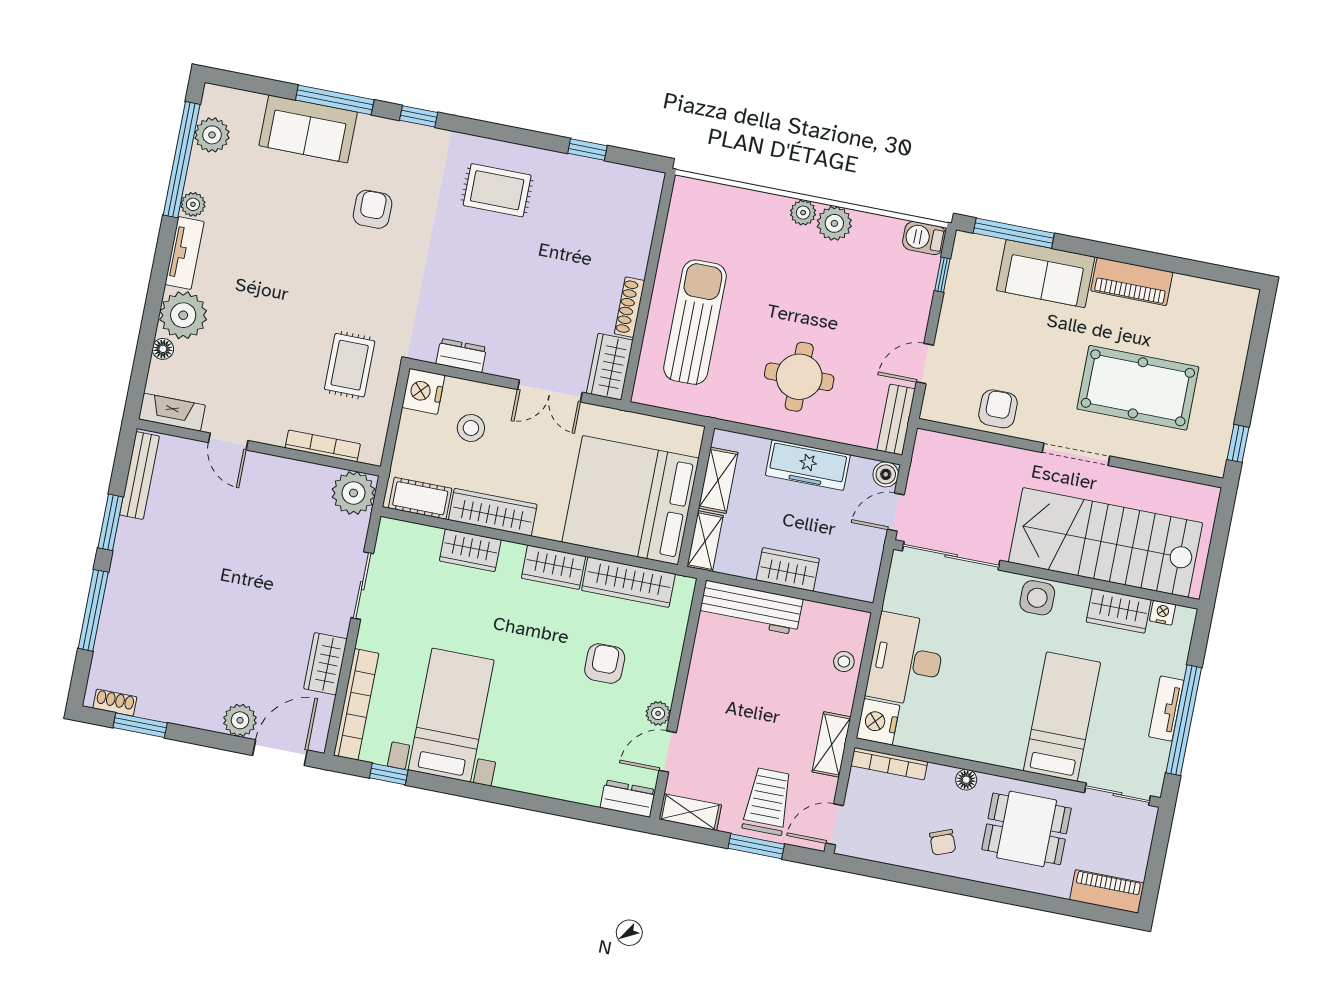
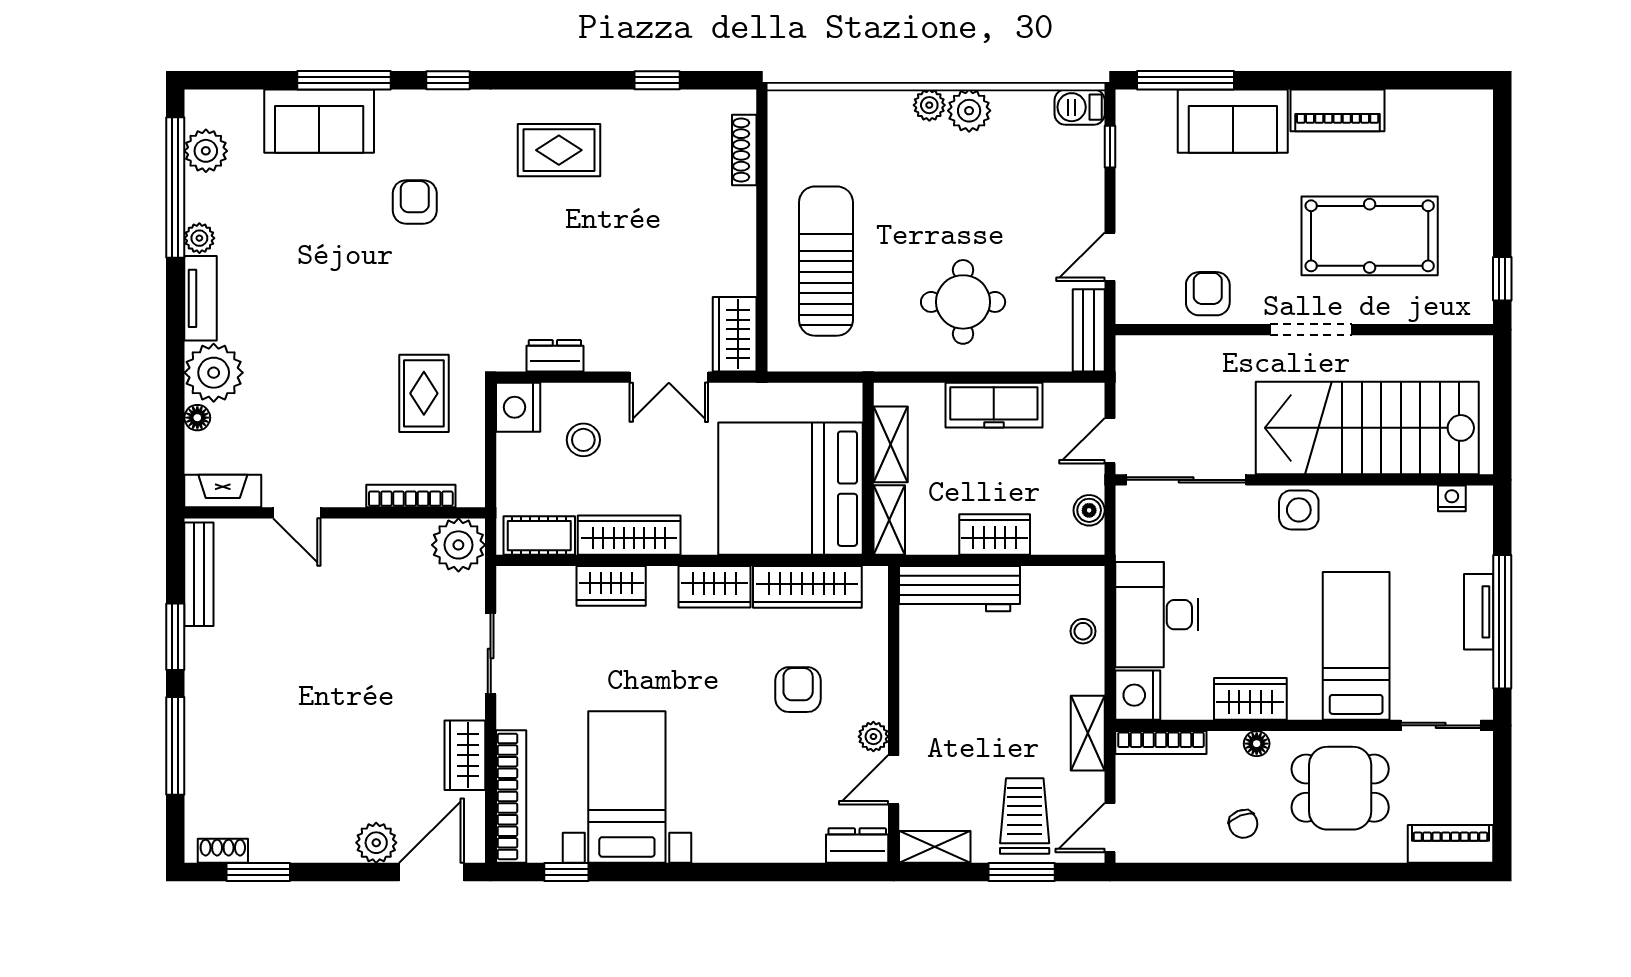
shoe rack: (629, 307) -> (744, 150), moved
boiler: (886, 474) -> (1089, 510), moved
wardrobe: (1119, 611) -> (1250, 699), moved, turned 180

